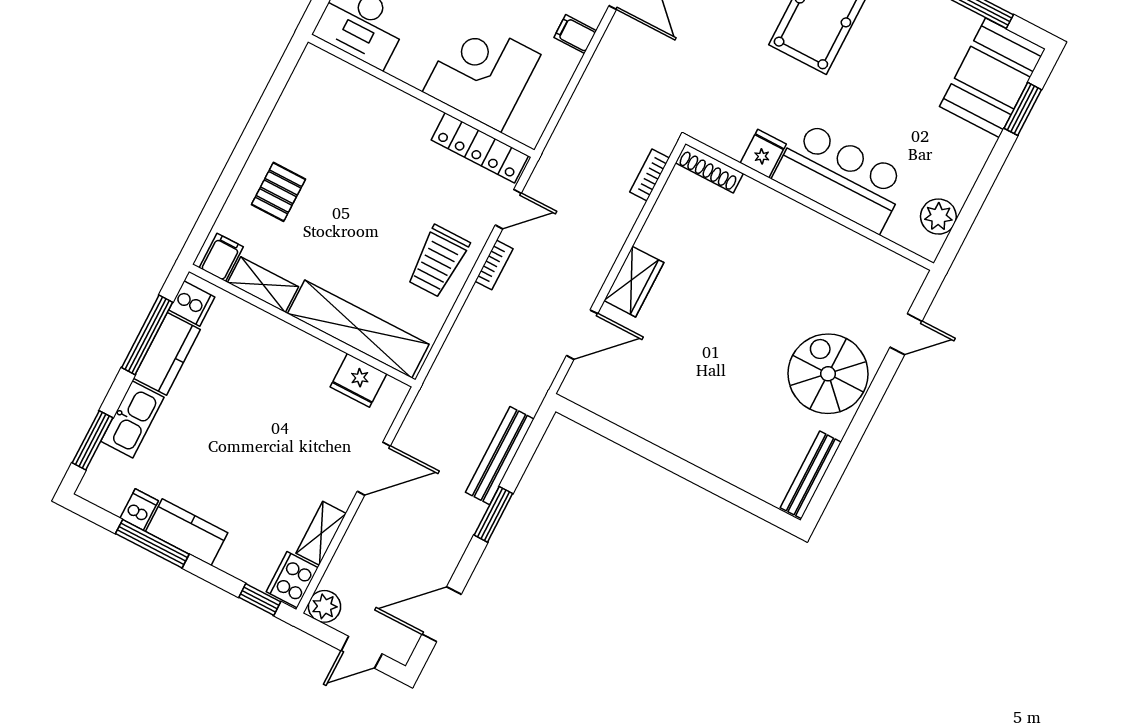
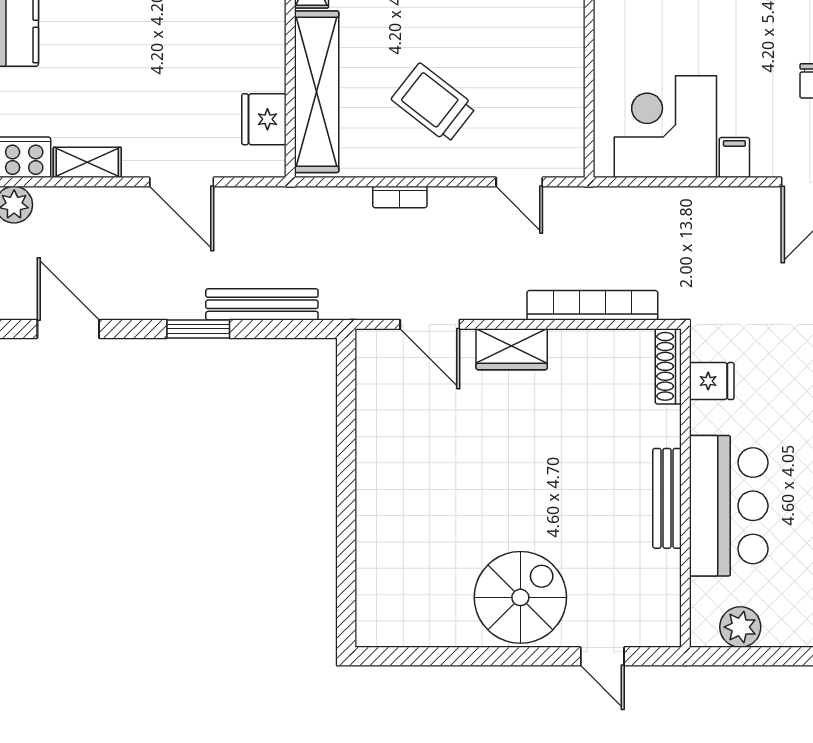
corner desk: (482, 73) -> (665, 127), moved, turned -90
locker: (480, 148) -> (567, 120), removed
fridge: (763, 154) -> (712, 381), moved
bookcase: (650, 175) -> (592, 305), width x2.31, depth x1.31
trolley: (438, 261) -> (434, 103), moved, turned 38
bookcase: (494, 265) -> (400, 197), moved
bench: (811, 475) -> (667, 498), moved, turned 90

